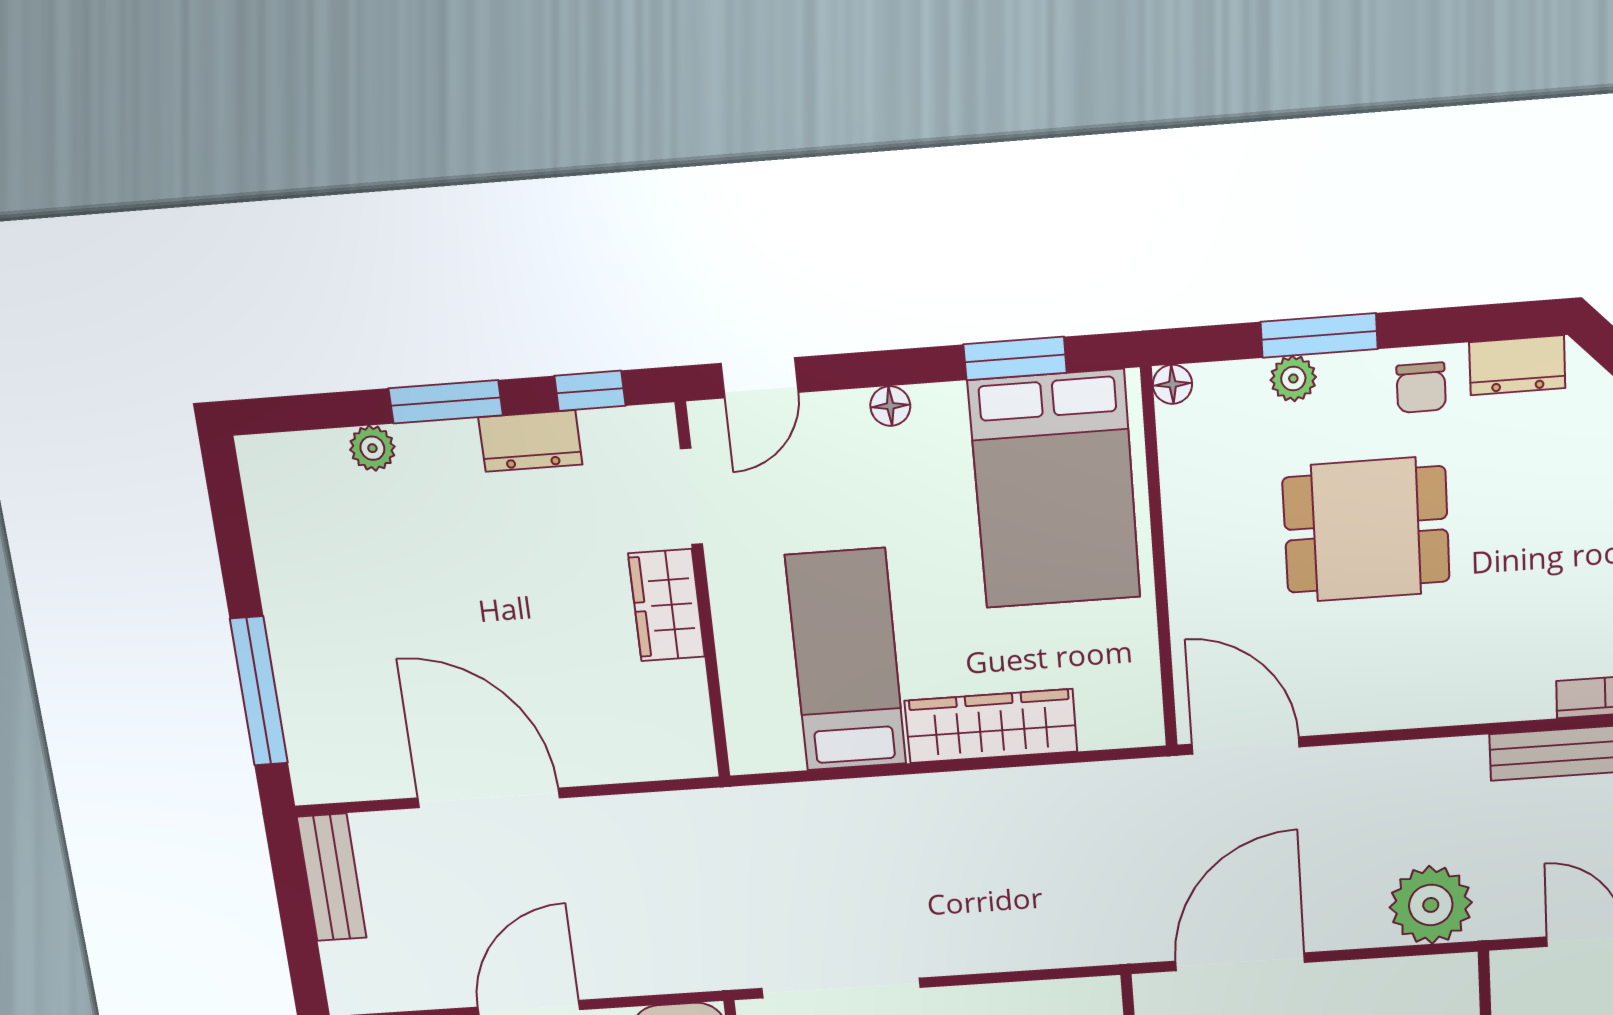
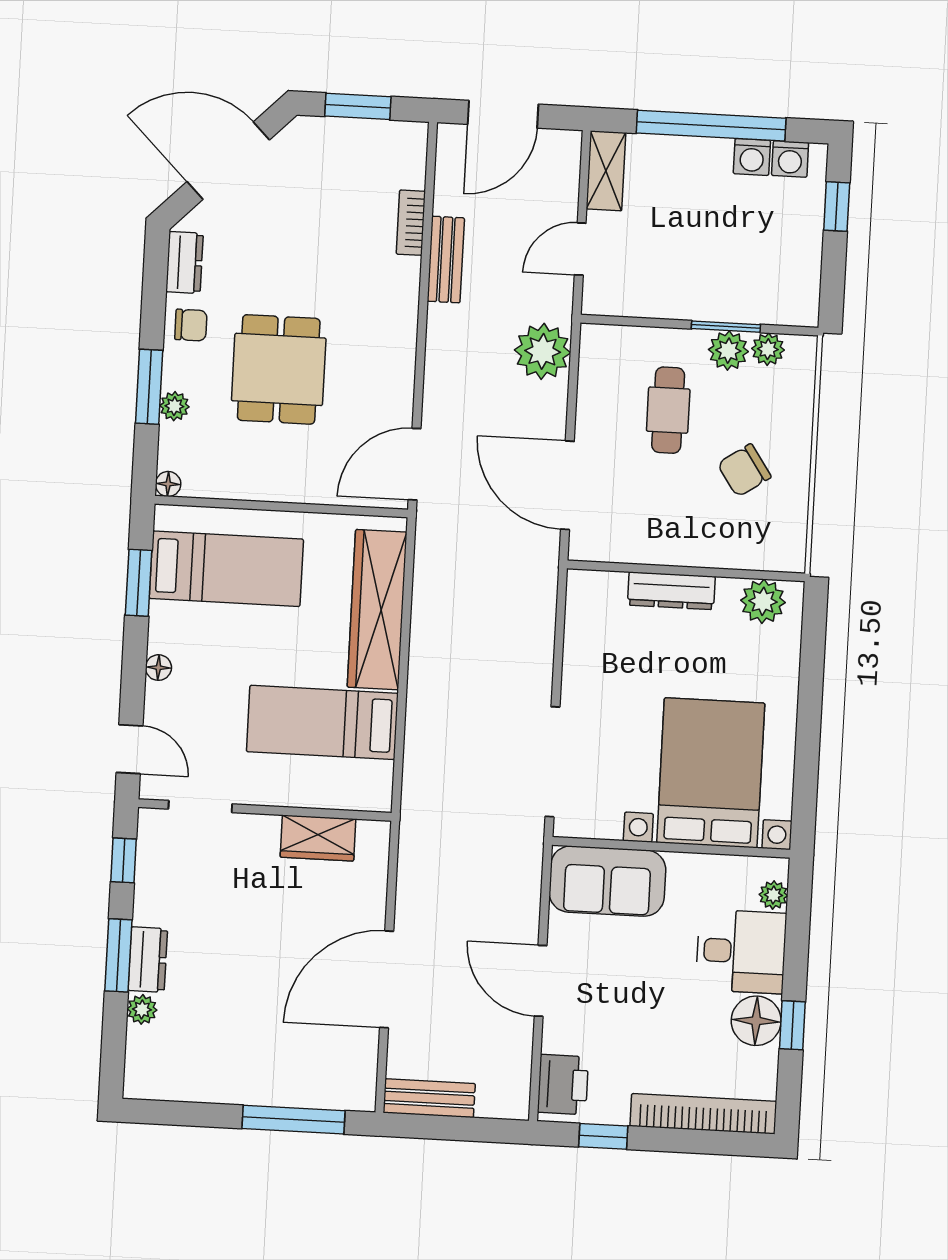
dresser: (530, 441) -> (148, 960), moved
bed: (1054, 490) -> (226, 569), width x0.67
wardrobe: (666, 605) -> (318, 838), moved
wardrobe: (991, 726) -> (377, 610), width x1.40, depth x1.17

